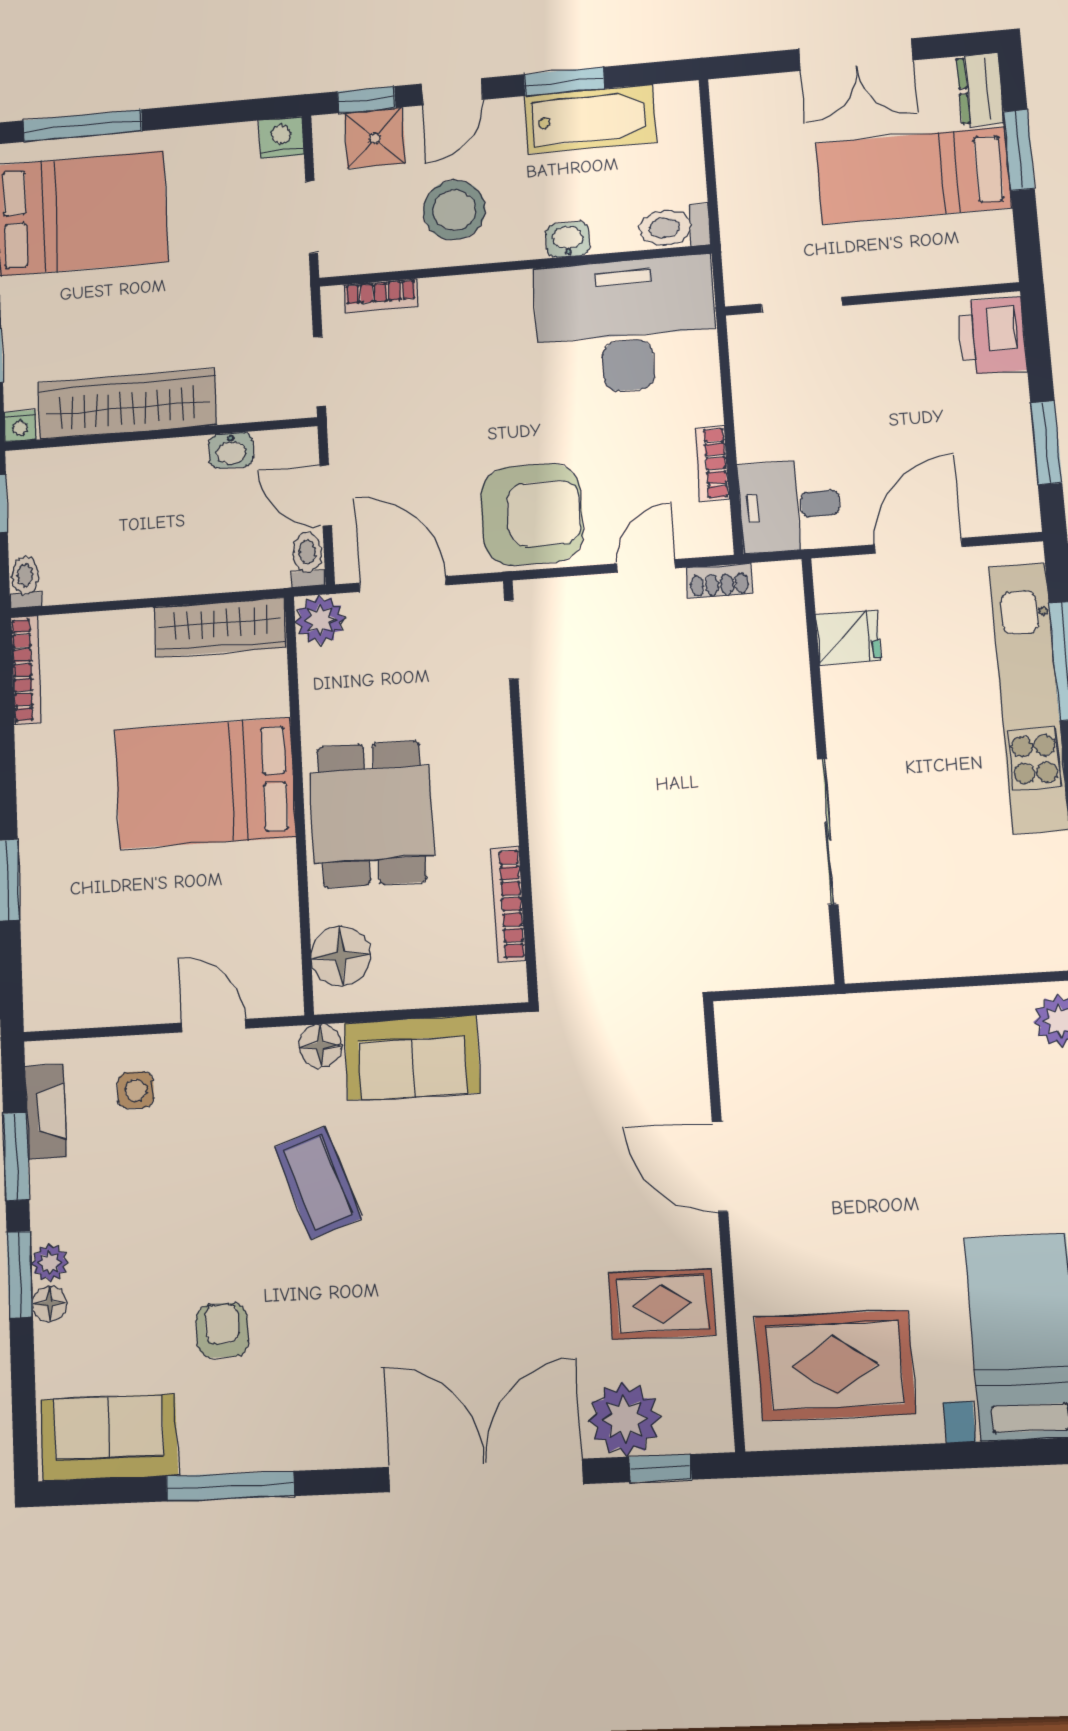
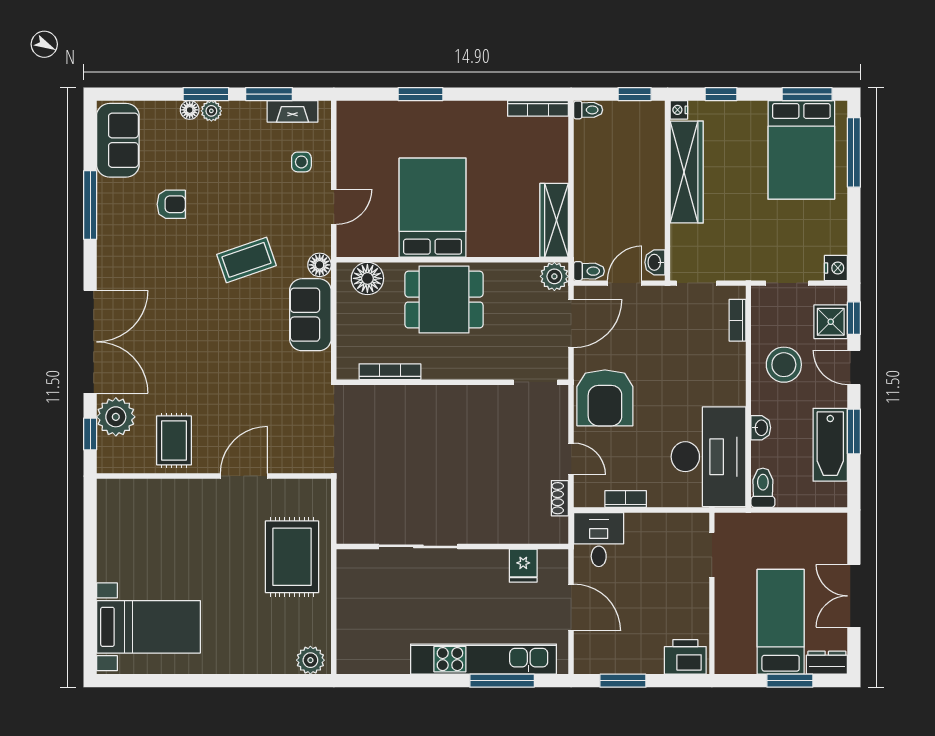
washbasin: (231, 450) -> (655, 262), moved
bed: (205, 783) -> (433, 208), moved
rug: (835, 1365) -> (292, 557), moved

